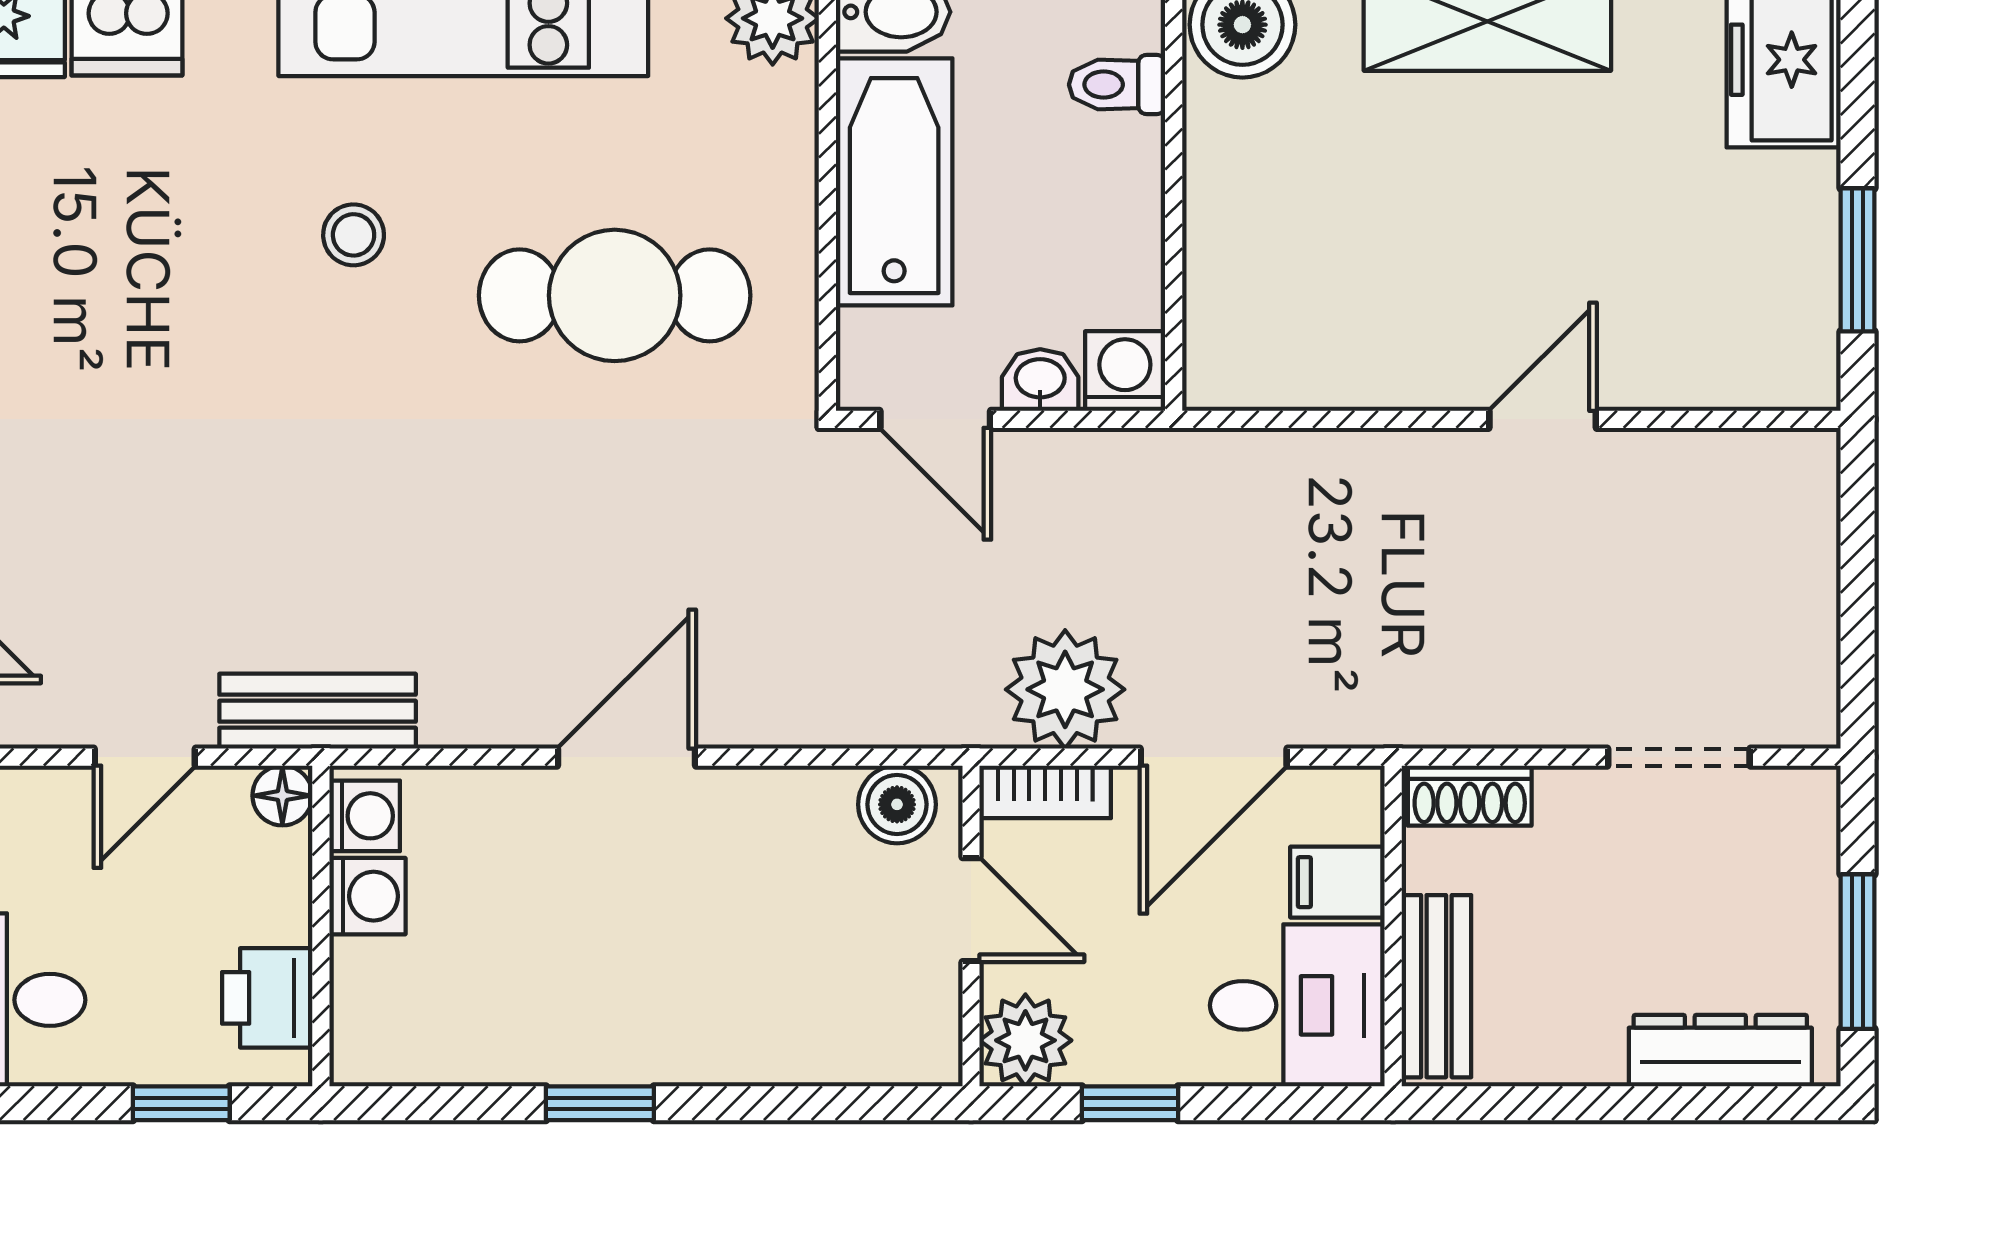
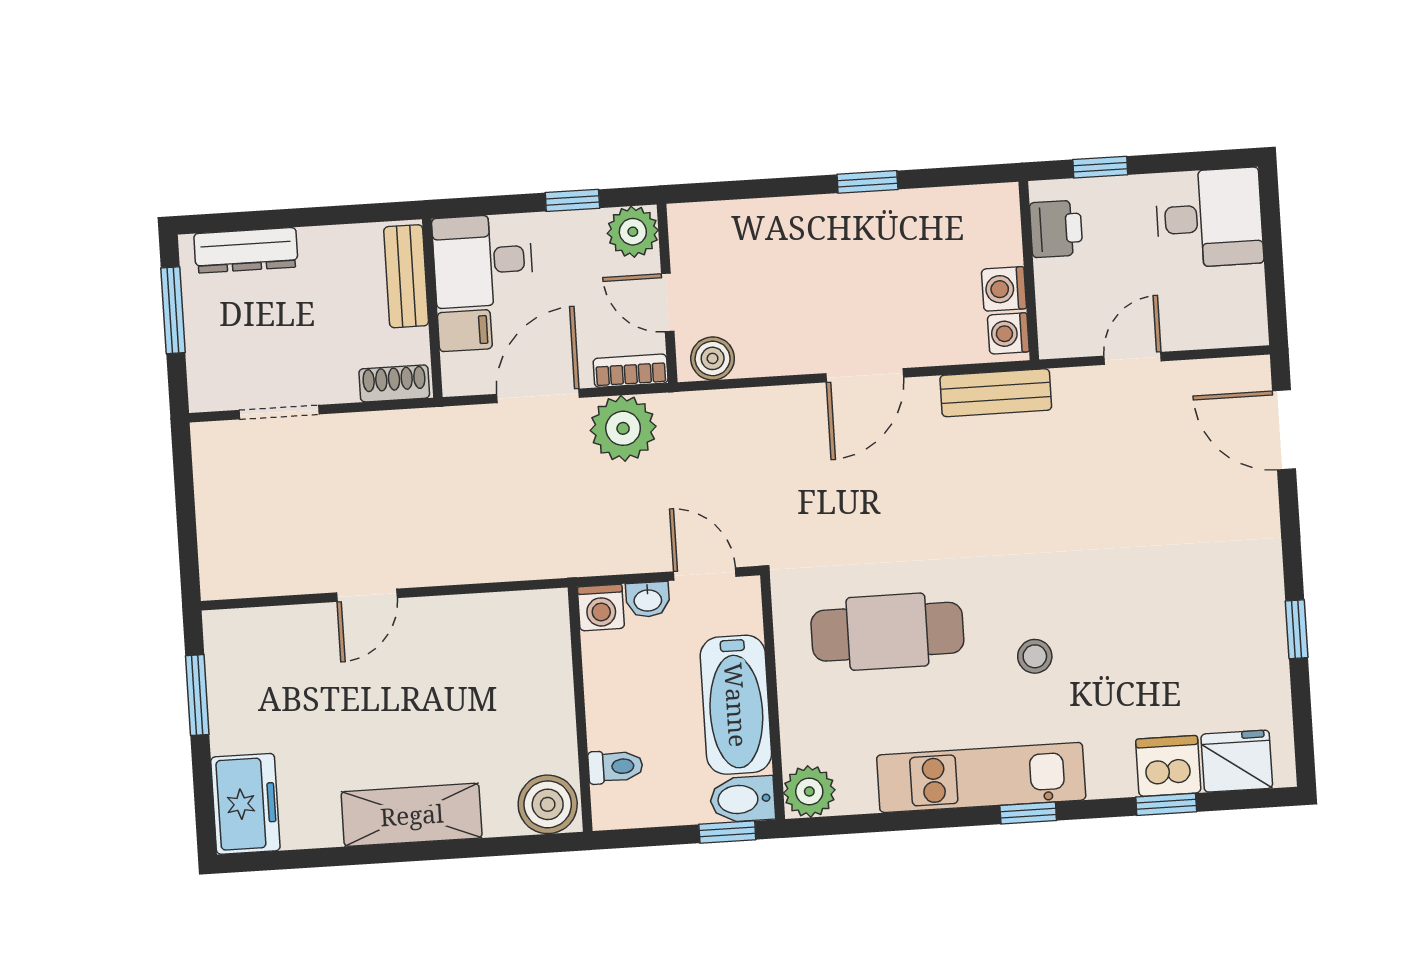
bench: (318, 711) -> (996, 393), moved
floor lamp: (282, 796) -> (1055, 342), removed

